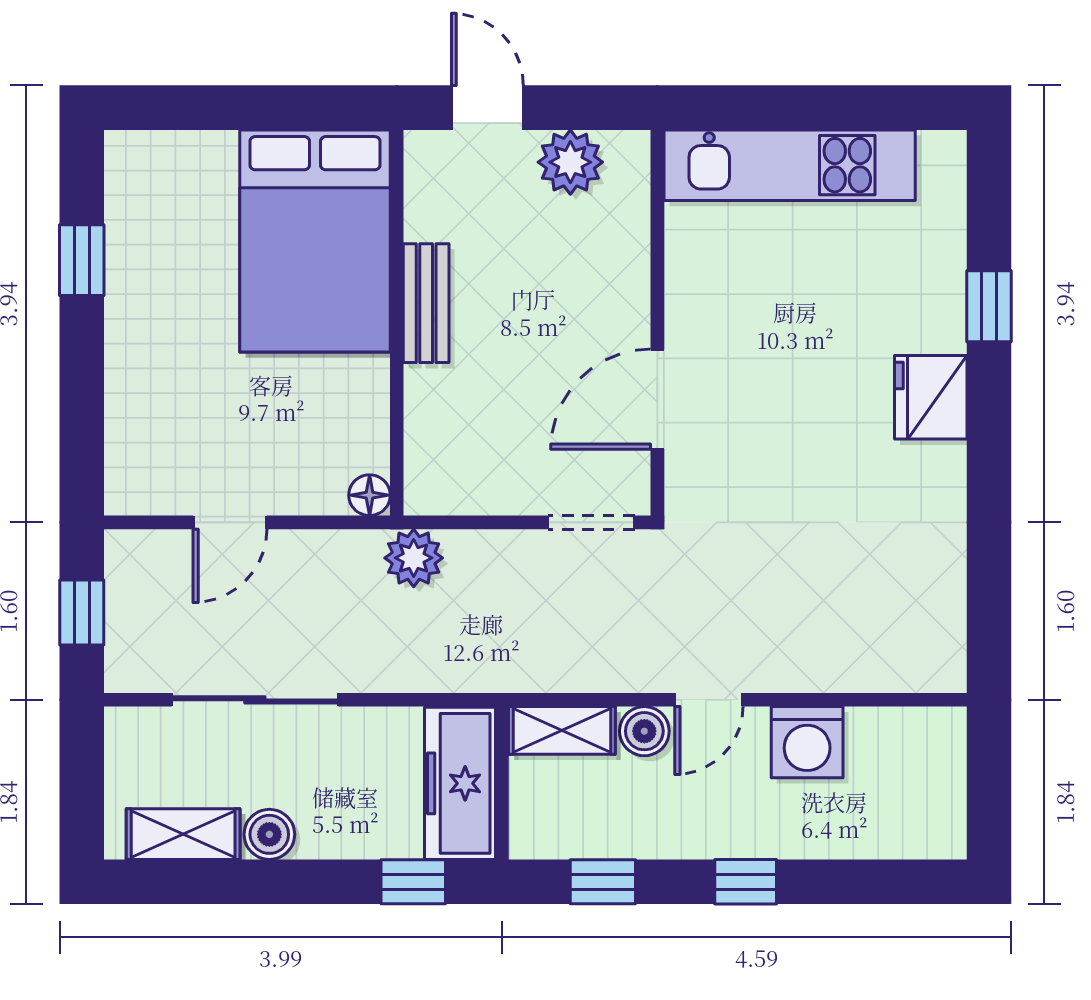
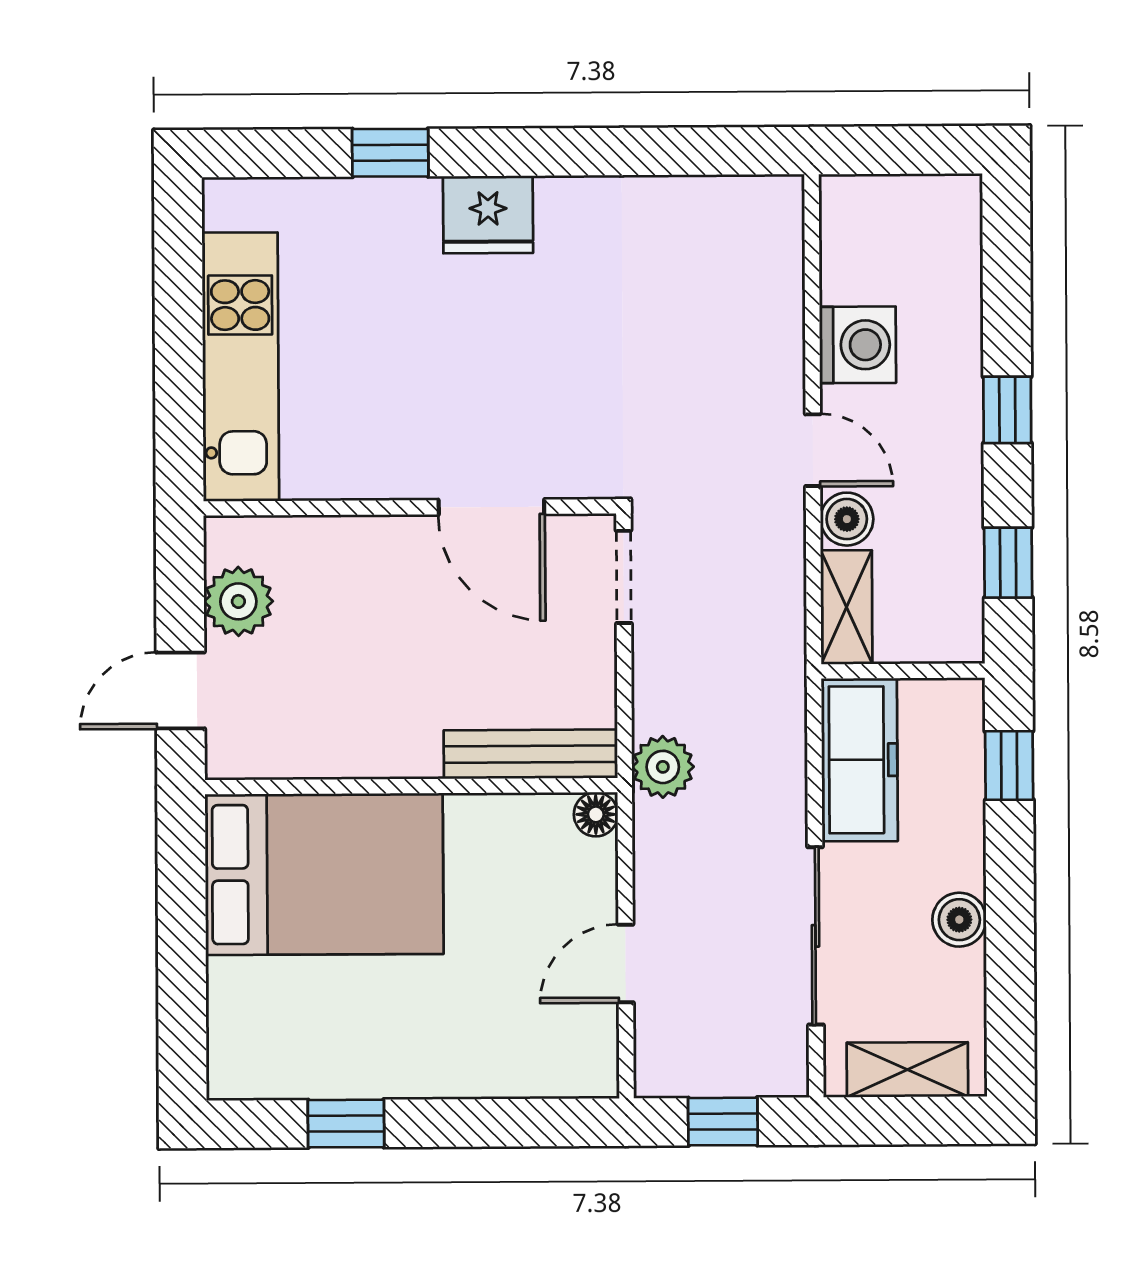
bench: (426, 303) -> (531, 754), moved, width x1.36
door: (230, 522) -> (626, 964), swing flipped
freezer: (460, 783) -> (859, 760), moved, turned -90
shelving: (183, 834) -> (907, 1070), moved, turned 90

